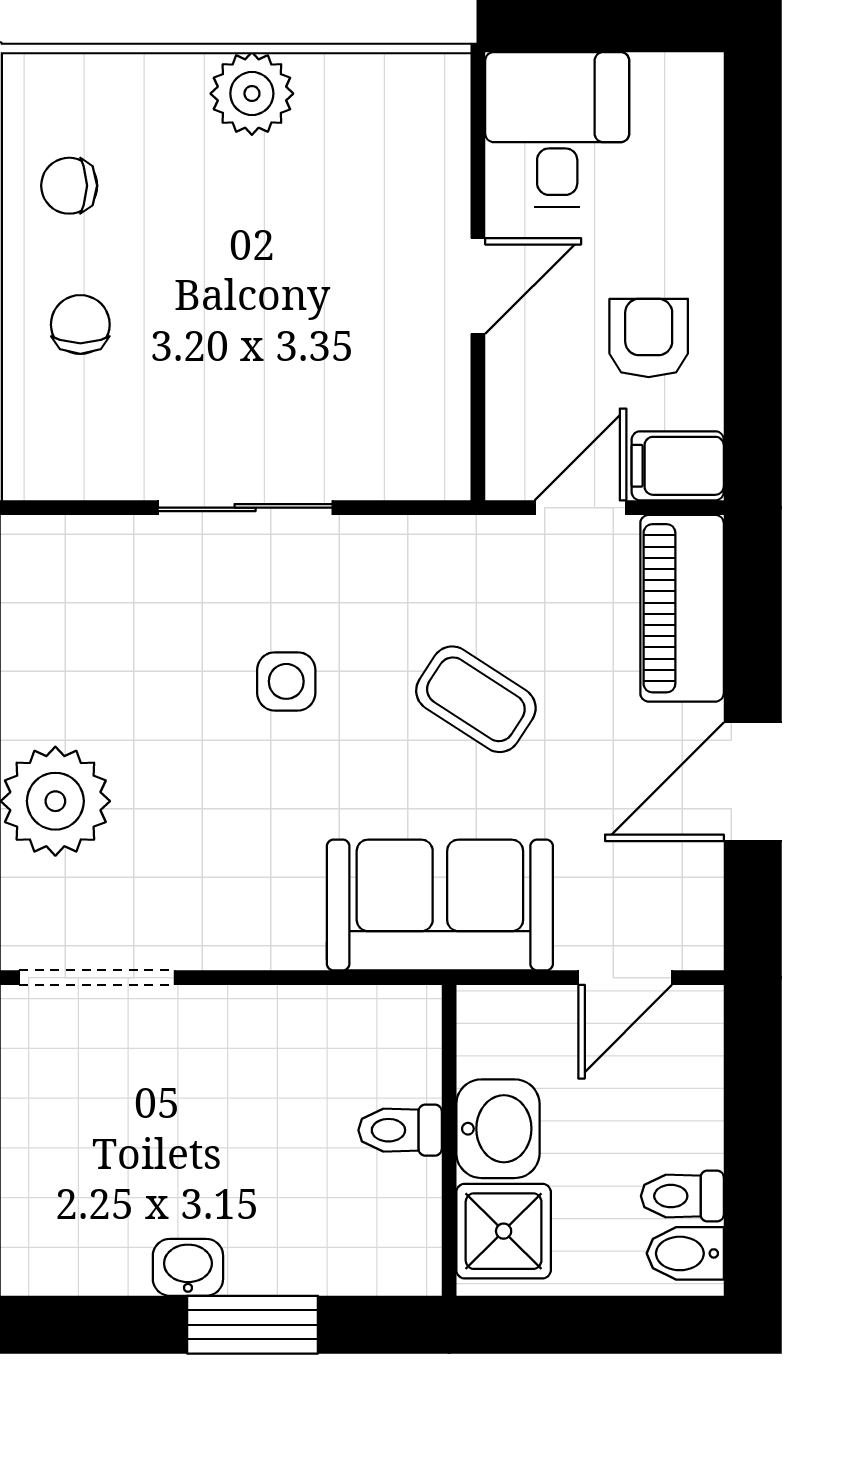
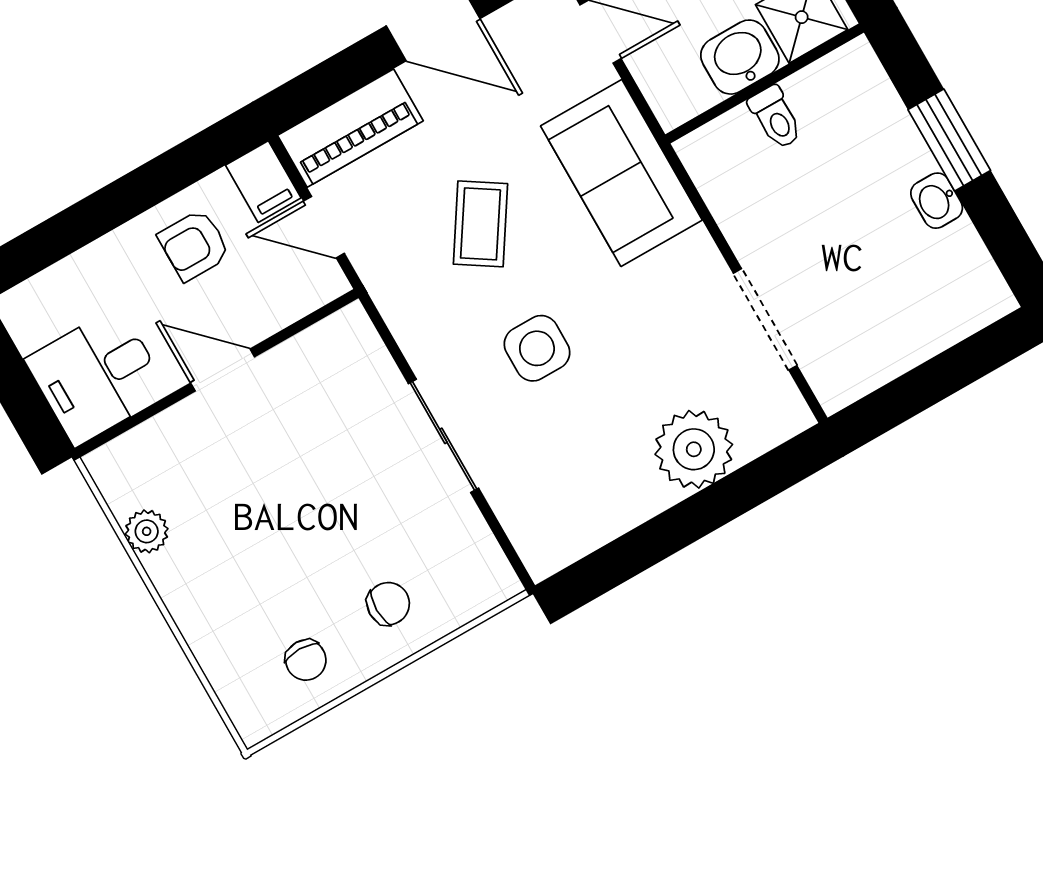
plant: (252, 94) -> (147, 531), moved, width x0.73, depth x0.73
chair: (80, 325) -> (388, 604), turned 180
side table: (286, 681) -> (537, 348), width x1.37, depth x1.37
doorway: (97, 978) -> (765, 319), moved

